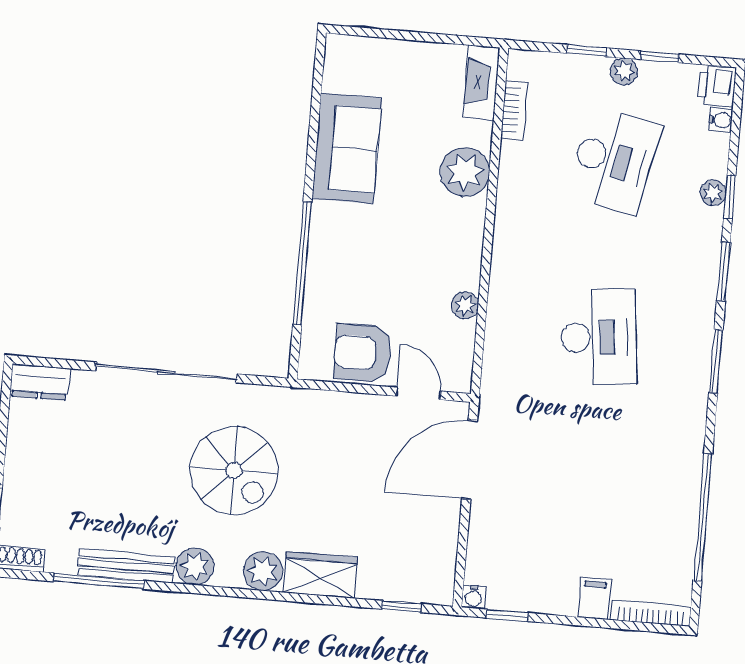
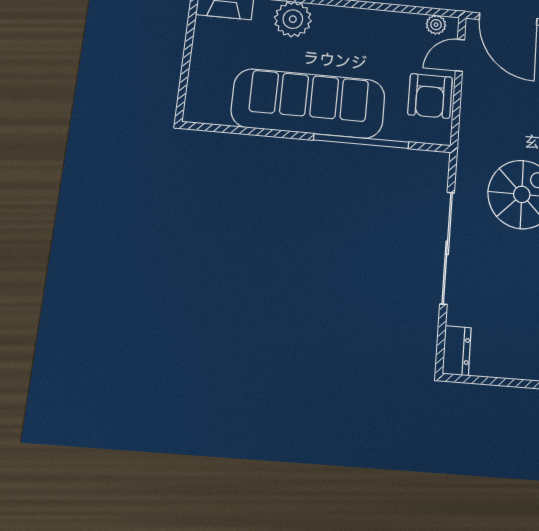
sofa: (347, 148) -> (308, 104), width x1.85, depth x1.27
plant: (465, 305) -> (436, 25), moved

